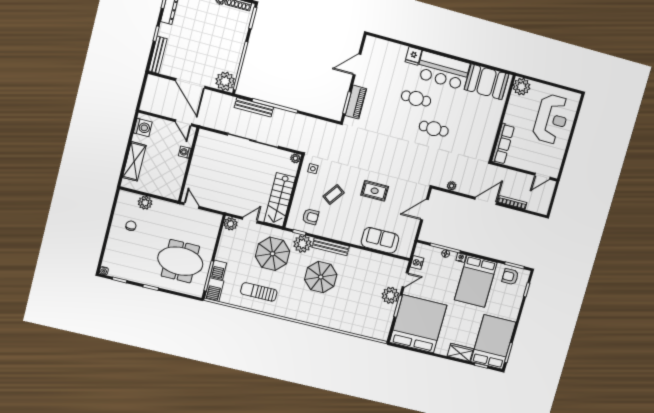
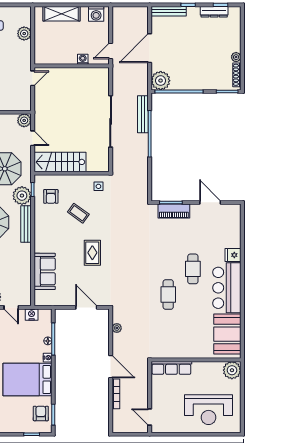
plant: (295, 158) -> (104, 167), removed

